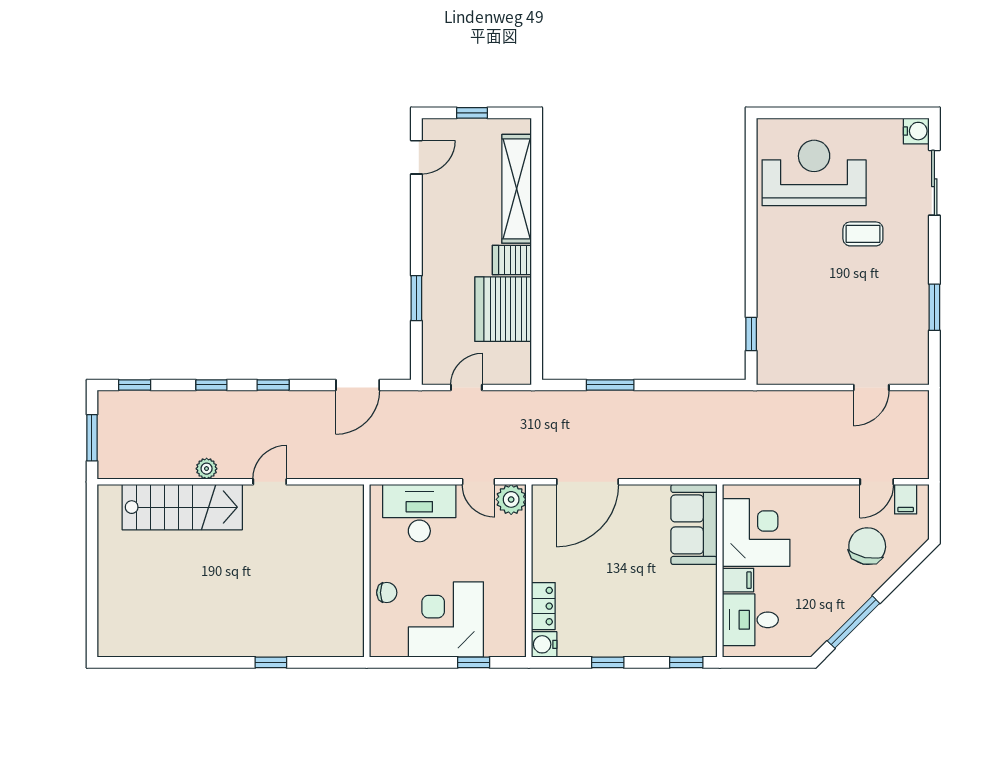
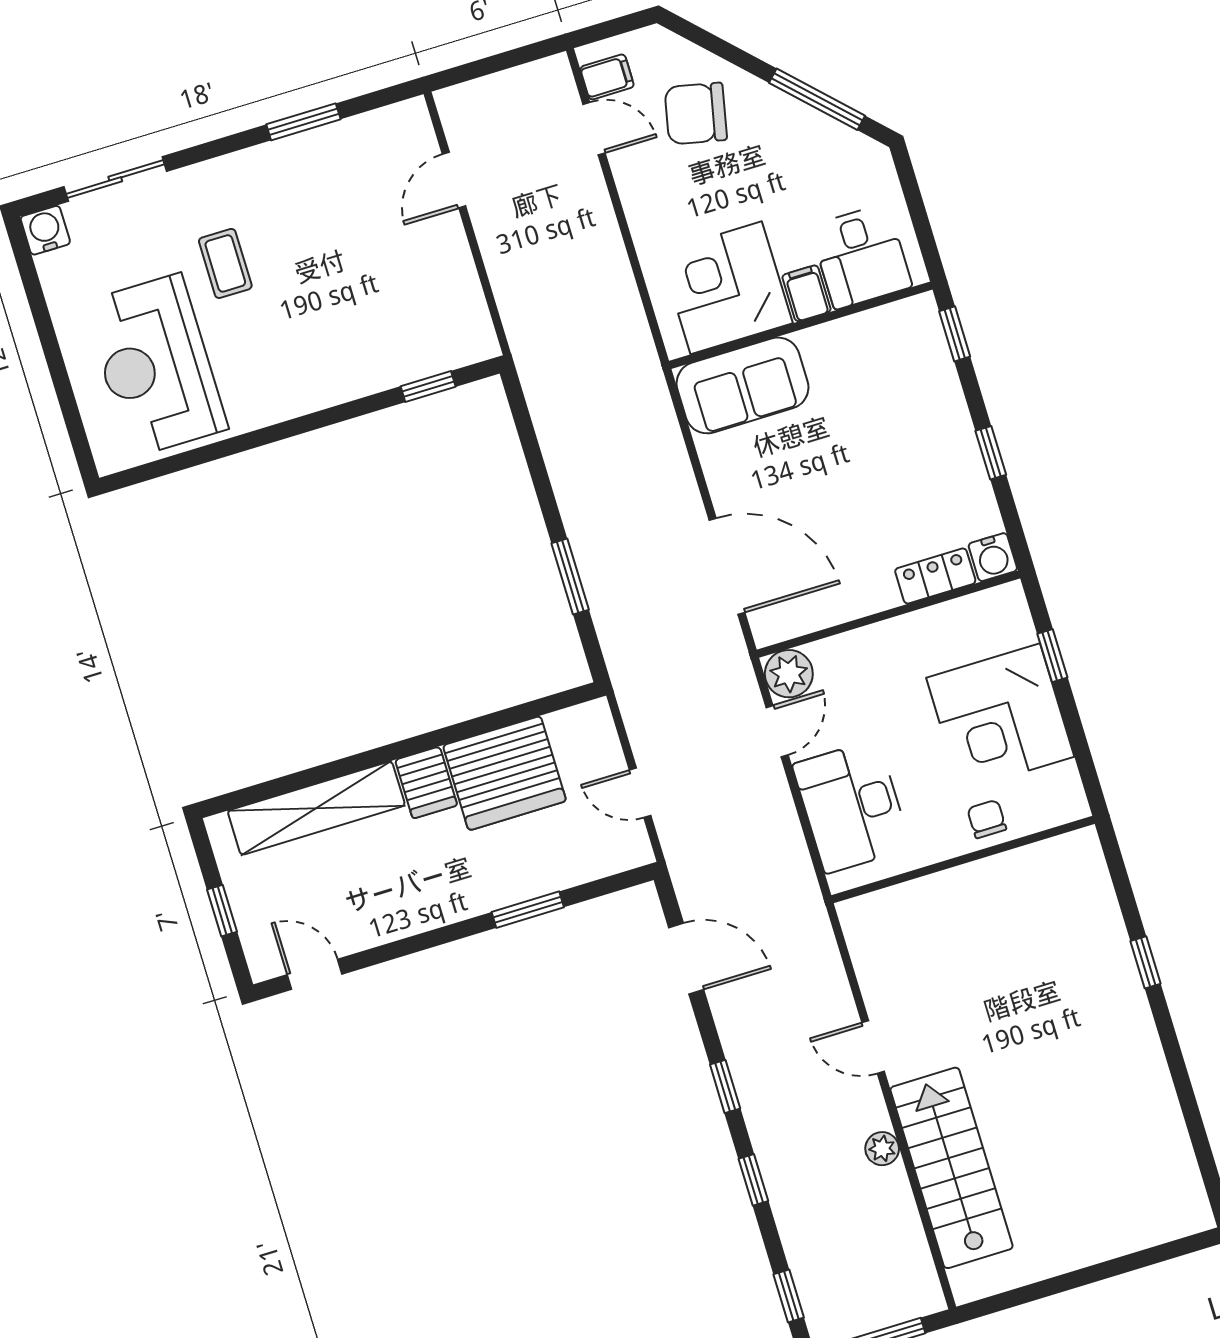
door: (871, 388) -> (454, 180), swing flipped

